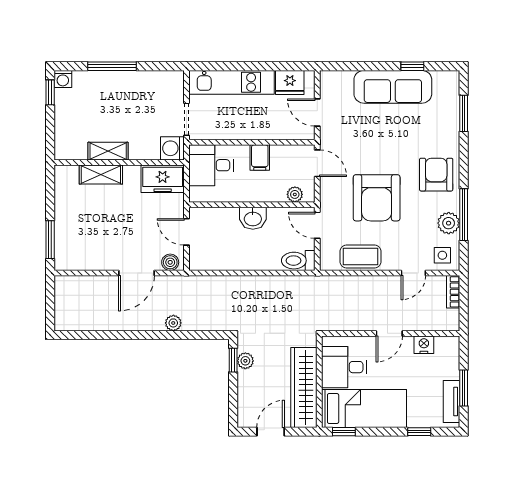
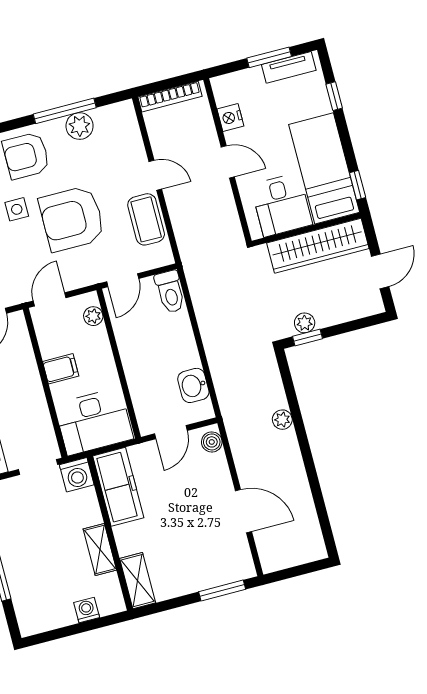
washing machine: (63, 79) -> (87, 610), moved, turned -90
window: (50, 92) -> (49, 636), removed
desk: (211, 165) -> (94, 422), width x1.37
shelving: (101, 175) -> (138, 581), moved
freezer: (163, 179) -> (118, 487), width x1.40
armchair: (377, 198) -> (72, 219), turned 180
washbasin: (253, 218) -> (193, 385), moved, turned 180
side table: (442, 255) -> (17, 209), moved
door: (136, 273) -> (243, 511), moved
door: (413, 273) -> (155, 175), moved
bookcase: (453, 292) -> (170, 97), width x1.56
door: (271, 432) -> (380, 271), swing flipped

